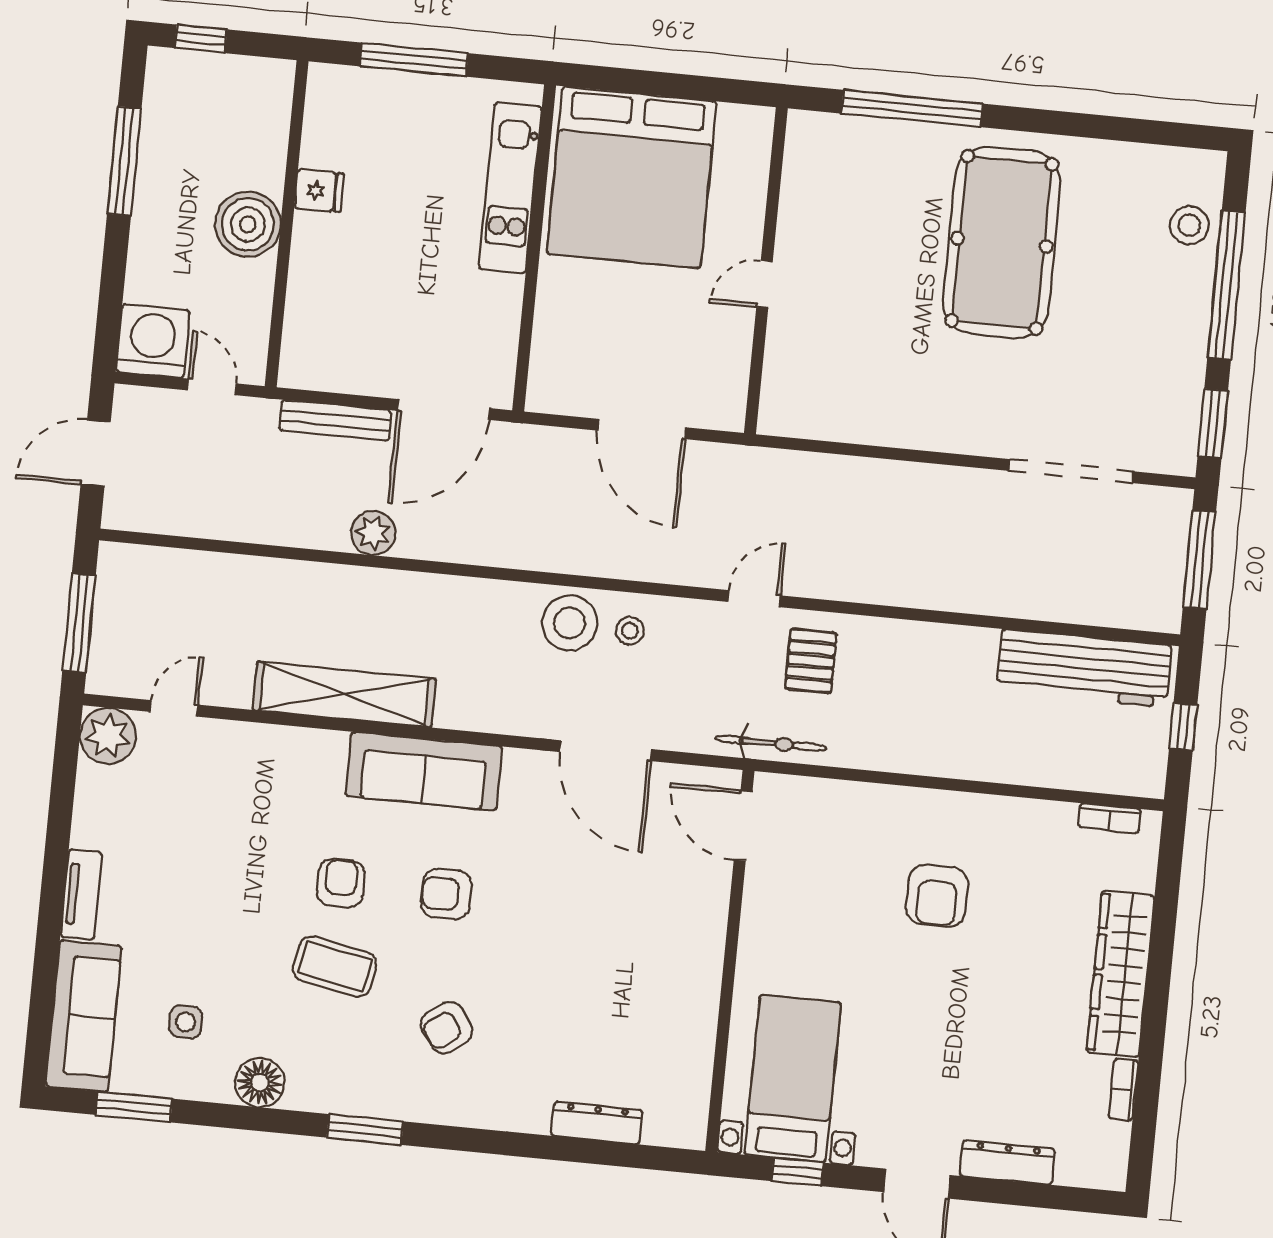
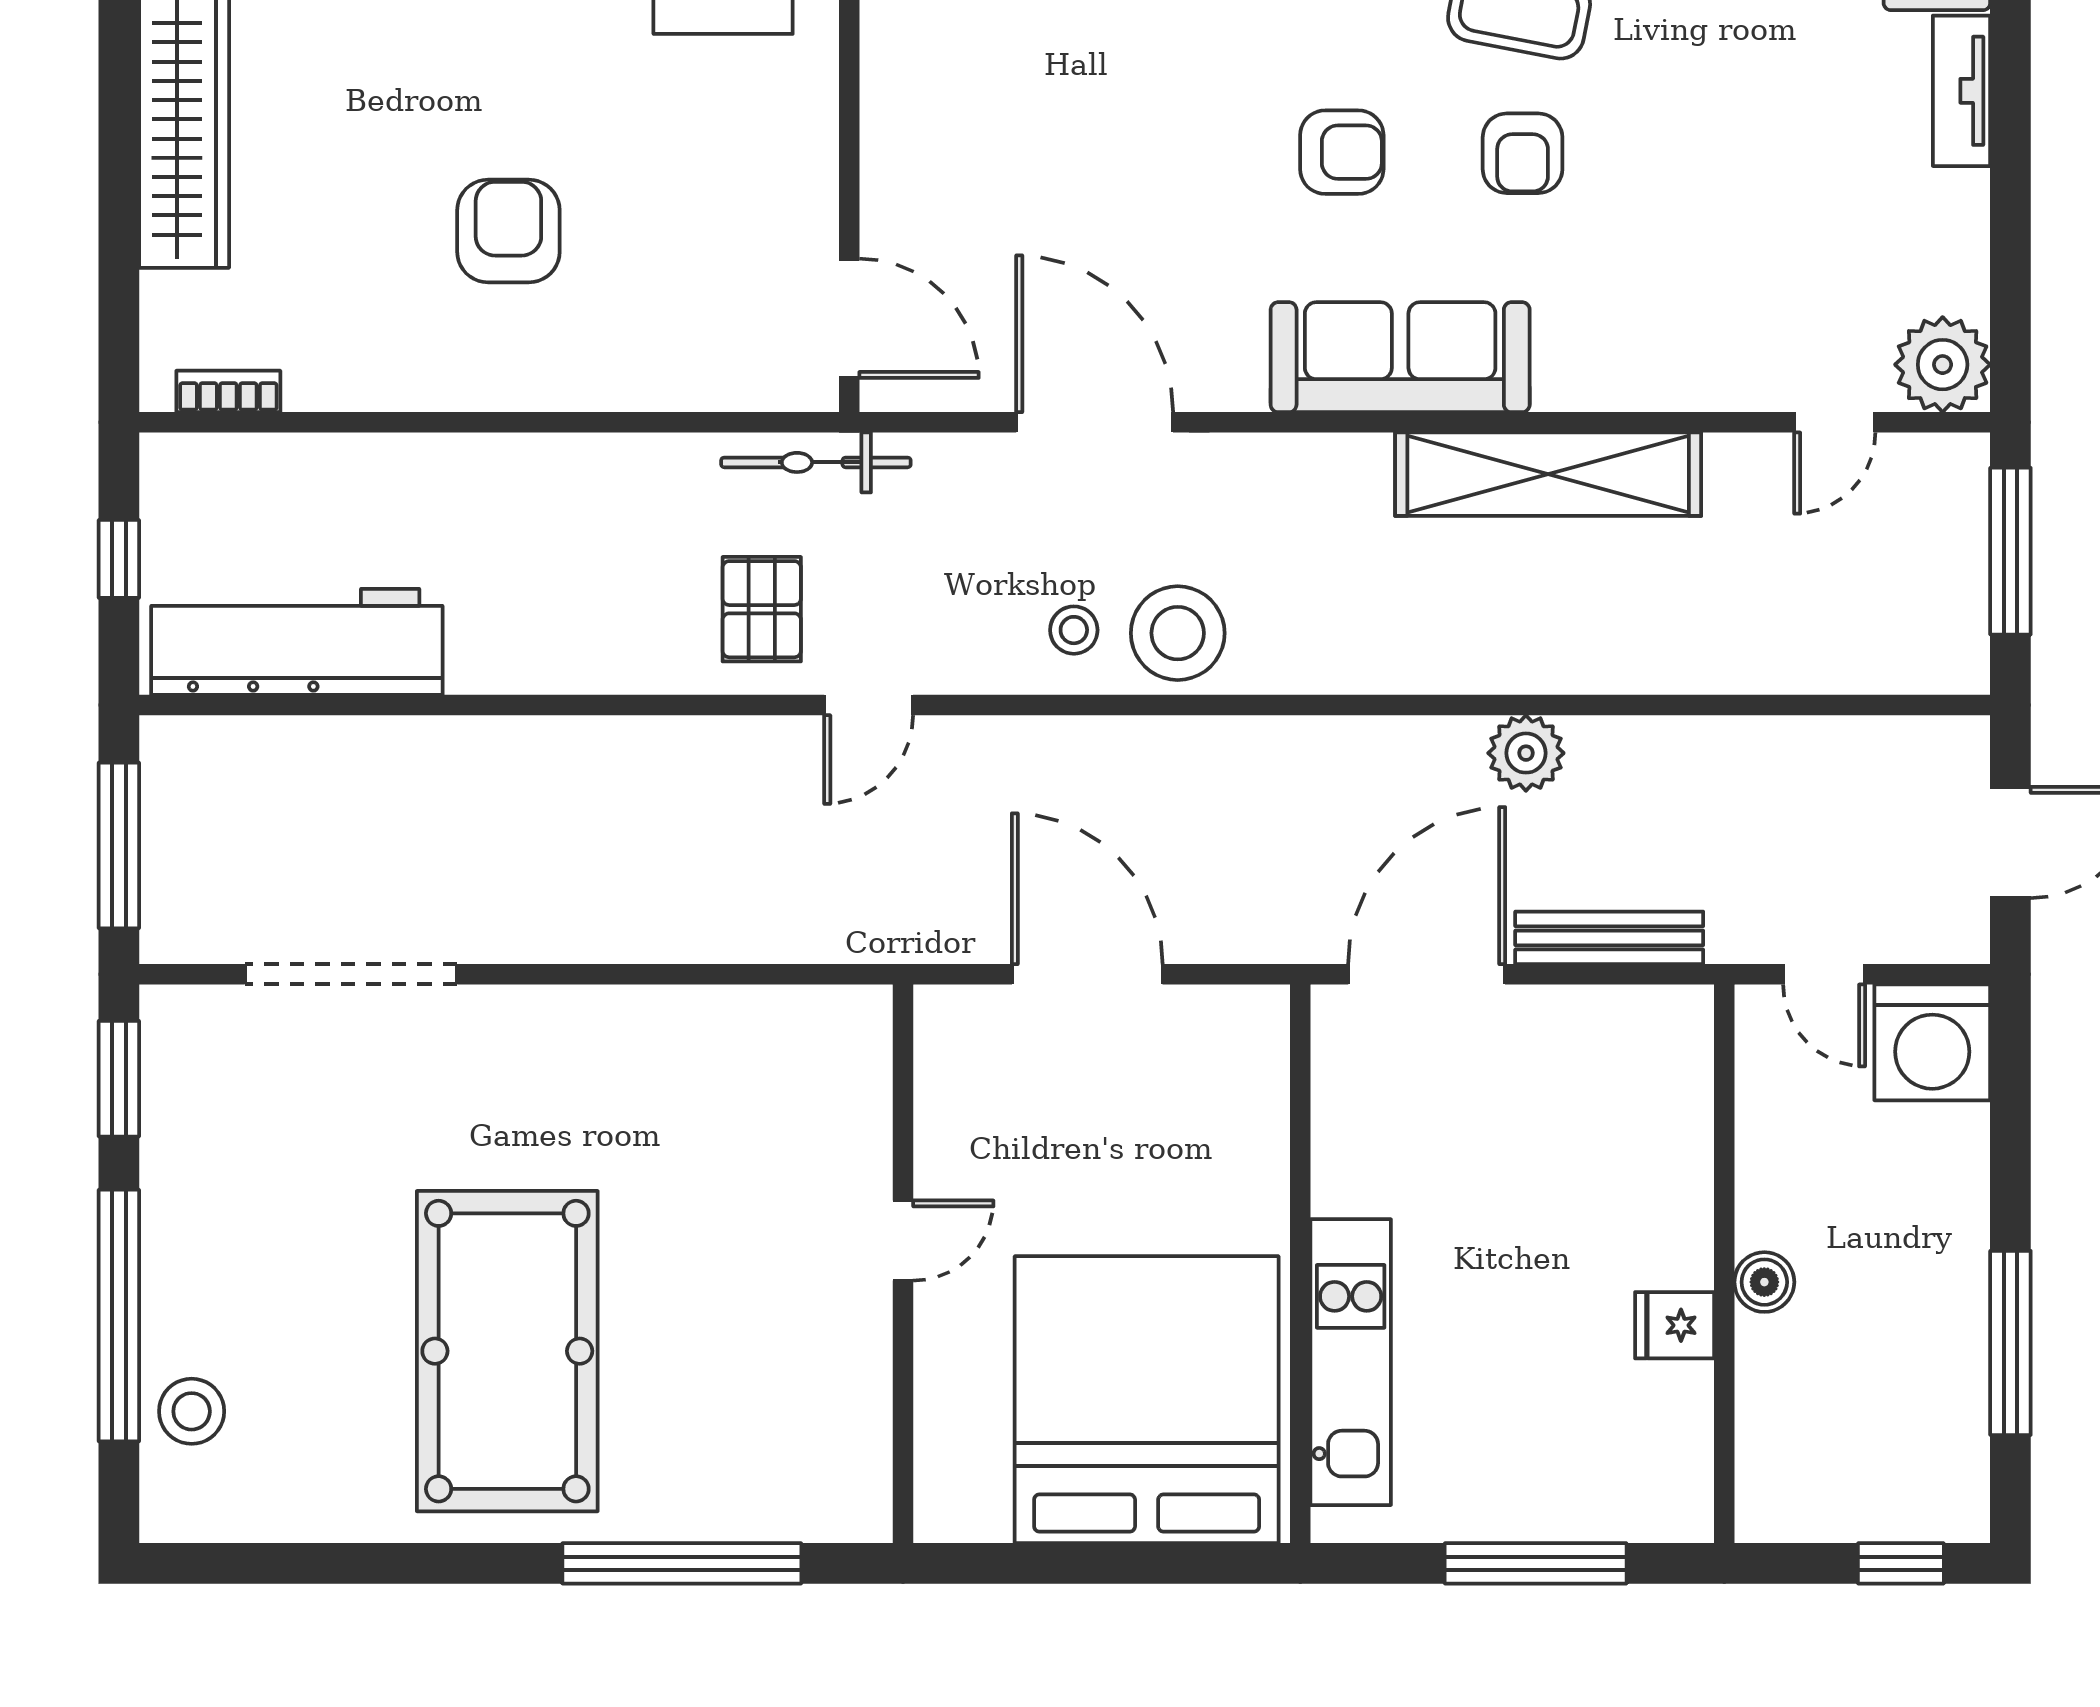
boiler: (248, 224) -> (1764, 1282), width x0.54, depth x0.54

